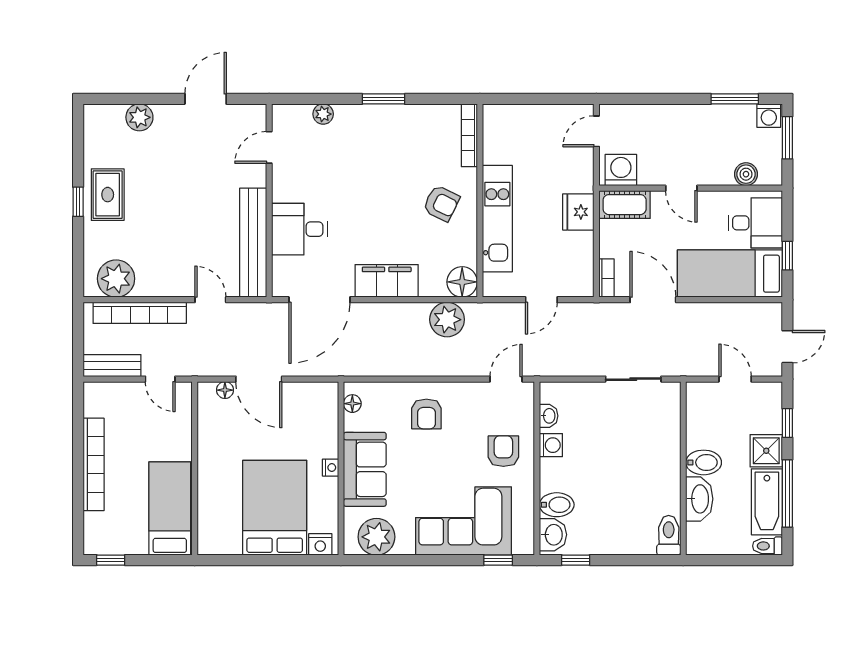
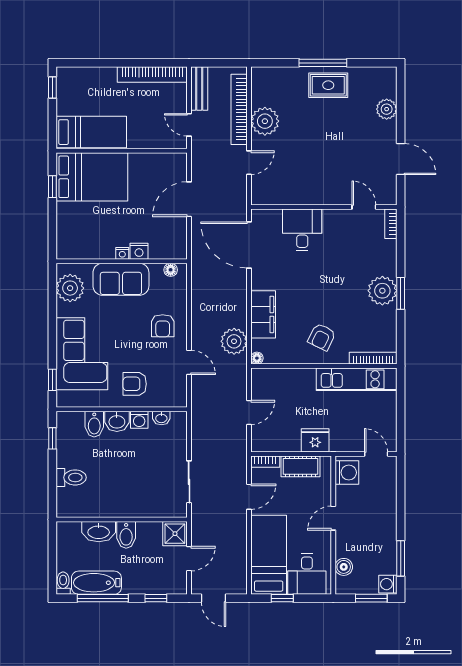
bookcase: (291, 112) -> (391, 224), added
plant: (323, 114) -> (382, 291), moved, width x1.88, depth x1.88
window: (78, 202) -> (323, 63), width x2.17
cot: (625, 205) -> (301, 466), moved, turned 90
kitchen unit: (497, 219) -> (357, 379), moved
bench: (253, 243) -> (292, 195), removed
plant: (116, 279) -> (265, 121), moved
filing cabinet: (387, 281) -> (263, 314), moved
floor lamp: (462, 282) -> (257, 358), width x0.53, depth x0.53
door: (541, 300) -> (249, 412), swing flipped
door: (653, 300) -> (249, 497), width x0.73
door: (160, 379) -> (189, 125), hinge flipped
door: (506, 379) -> (189, 362), moved
floor lamp: (225, 390) -> (181, 174), removed
armchair: (426, 414) -> (163, 326), turned -90
armchair: (503, 451) -> (135, 384), turned 180
shower: (766, 451) -> (175, 534), moved
bookcase: (94, 464) -> (152, 75), moved
bed: (275, 508) -> (92, 177), moved
washbasin: (553, 535) -> (117, 421), moved
toilet: (669, 535) -> (71, 477), moved
nightstand: (320, 544) -> (139, 251), moved, turned -90
window: (242, 560) -> (52, 187), added

